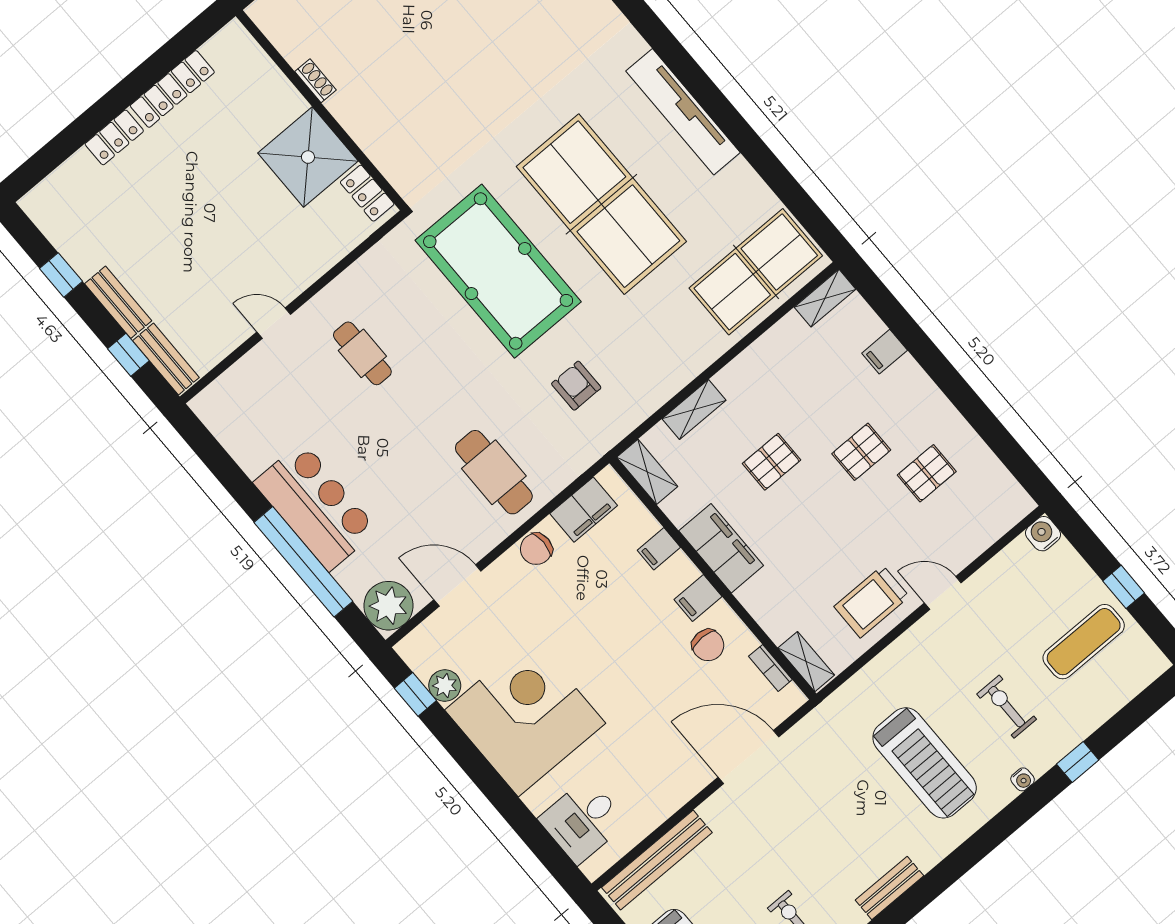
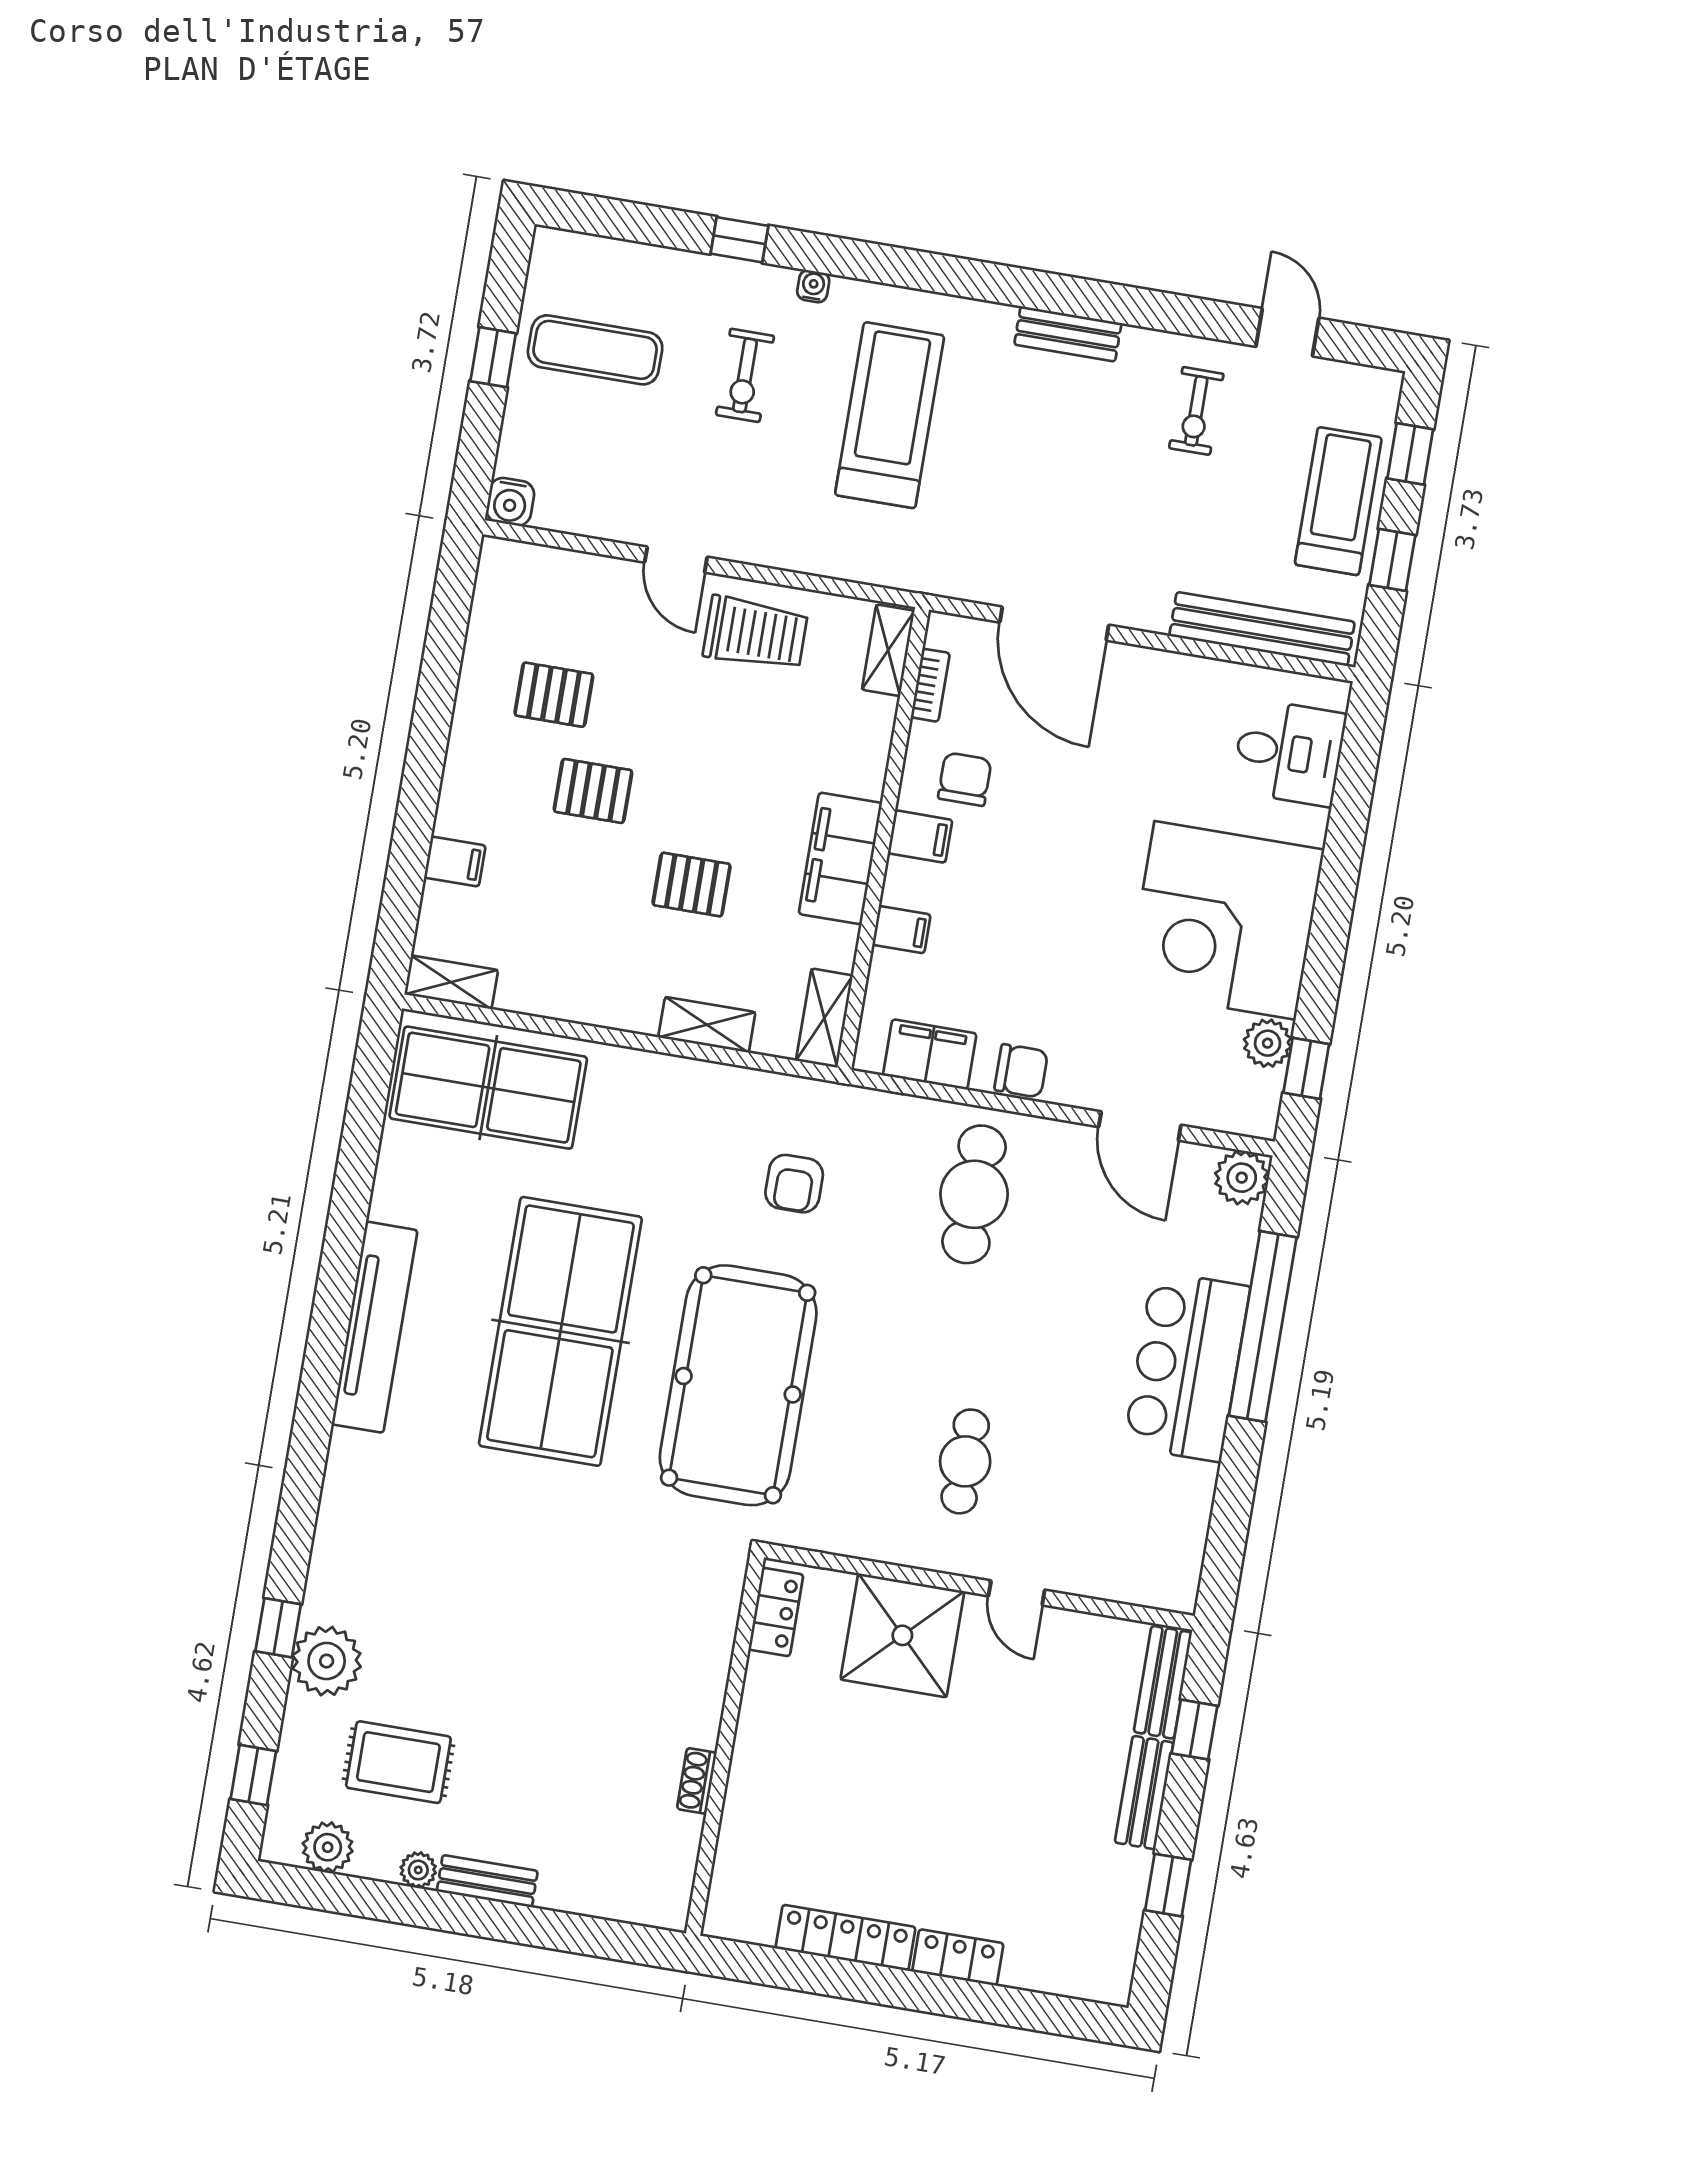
shower: (308, 157) -> (902, 1635), moved
plant: (389, 606) -> (1242, 1178), width x0.73, depth x0.73

